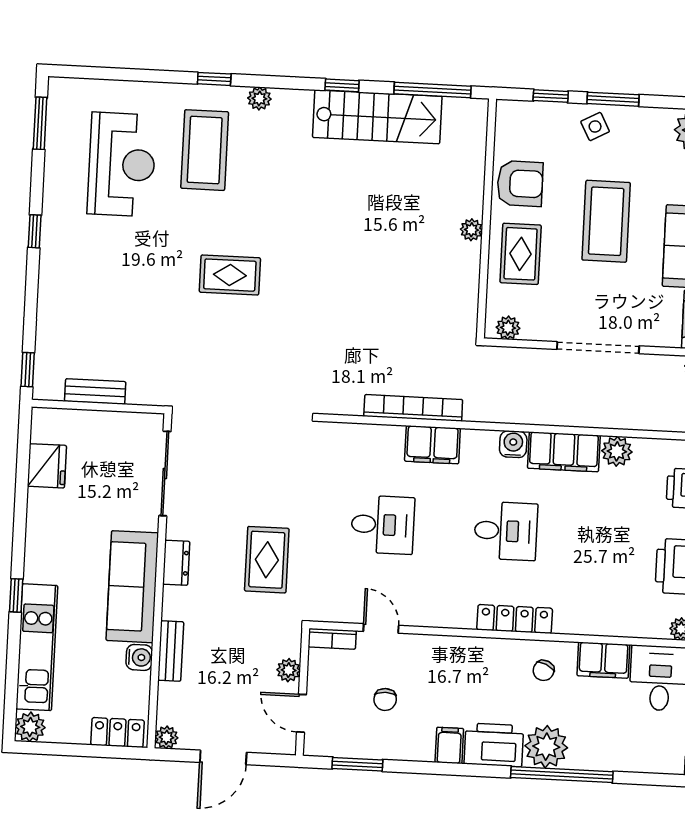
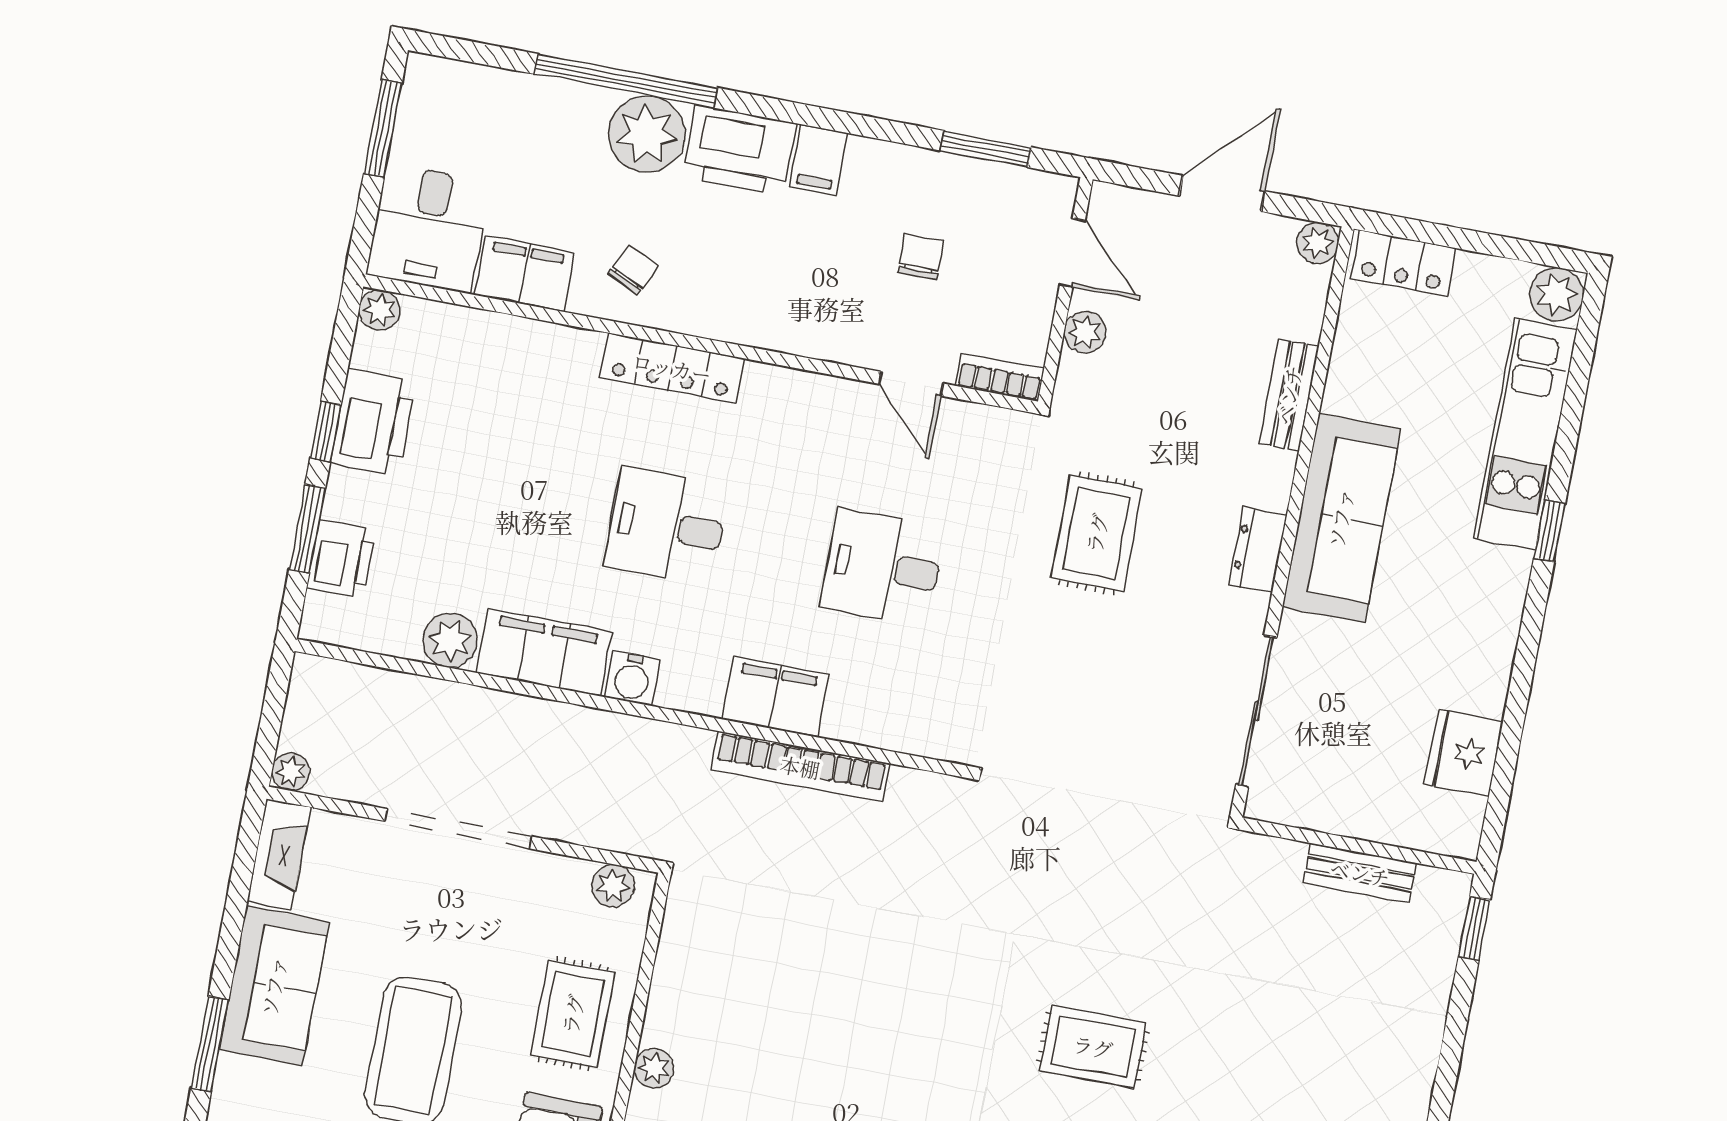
water cooler: (139, 657) -> (1346, 391), removed

